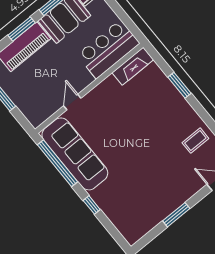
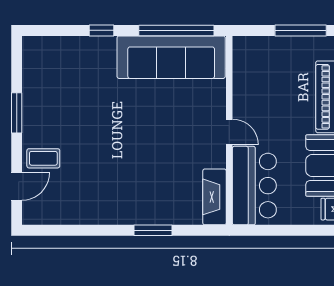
door: (72, 102) -> (229, 132), moved
coffee table: (195, 141) -> (43, 158), moved, turned 90

